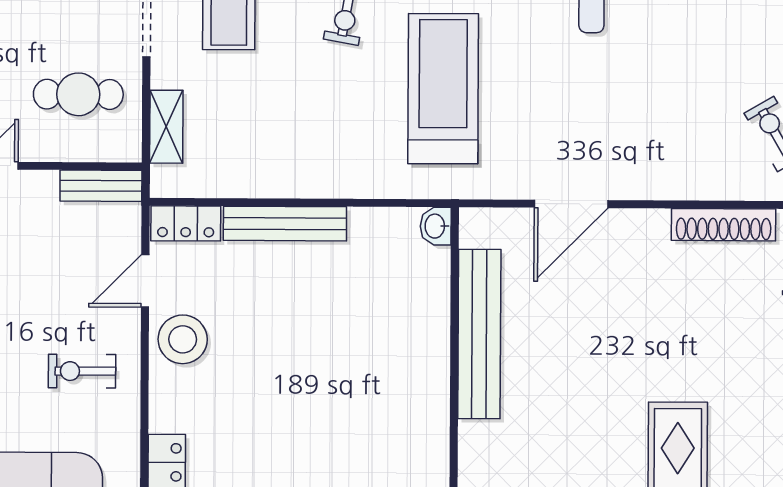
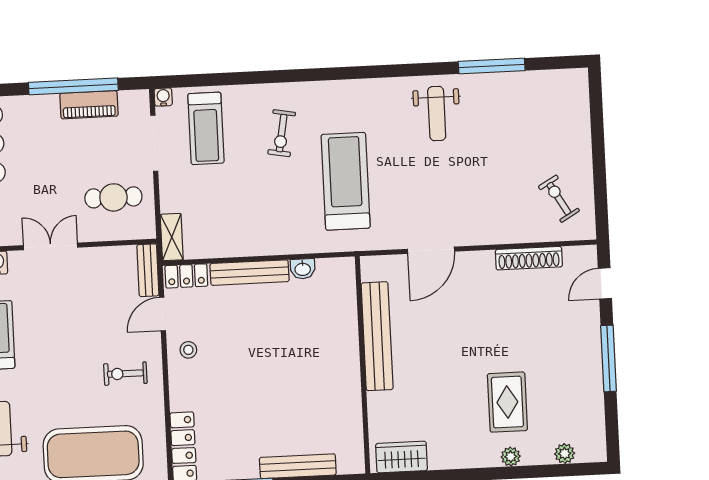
shelving: (166, 127) -> (172, 237), moved
bench: (101, 186) -> (148, 270), moved, turned 90
washbasin: (436, 226) -> (303, 269), moved, turned -90
stool: (183, 339) -> (188, 350), width x0.53, depth x0.53

